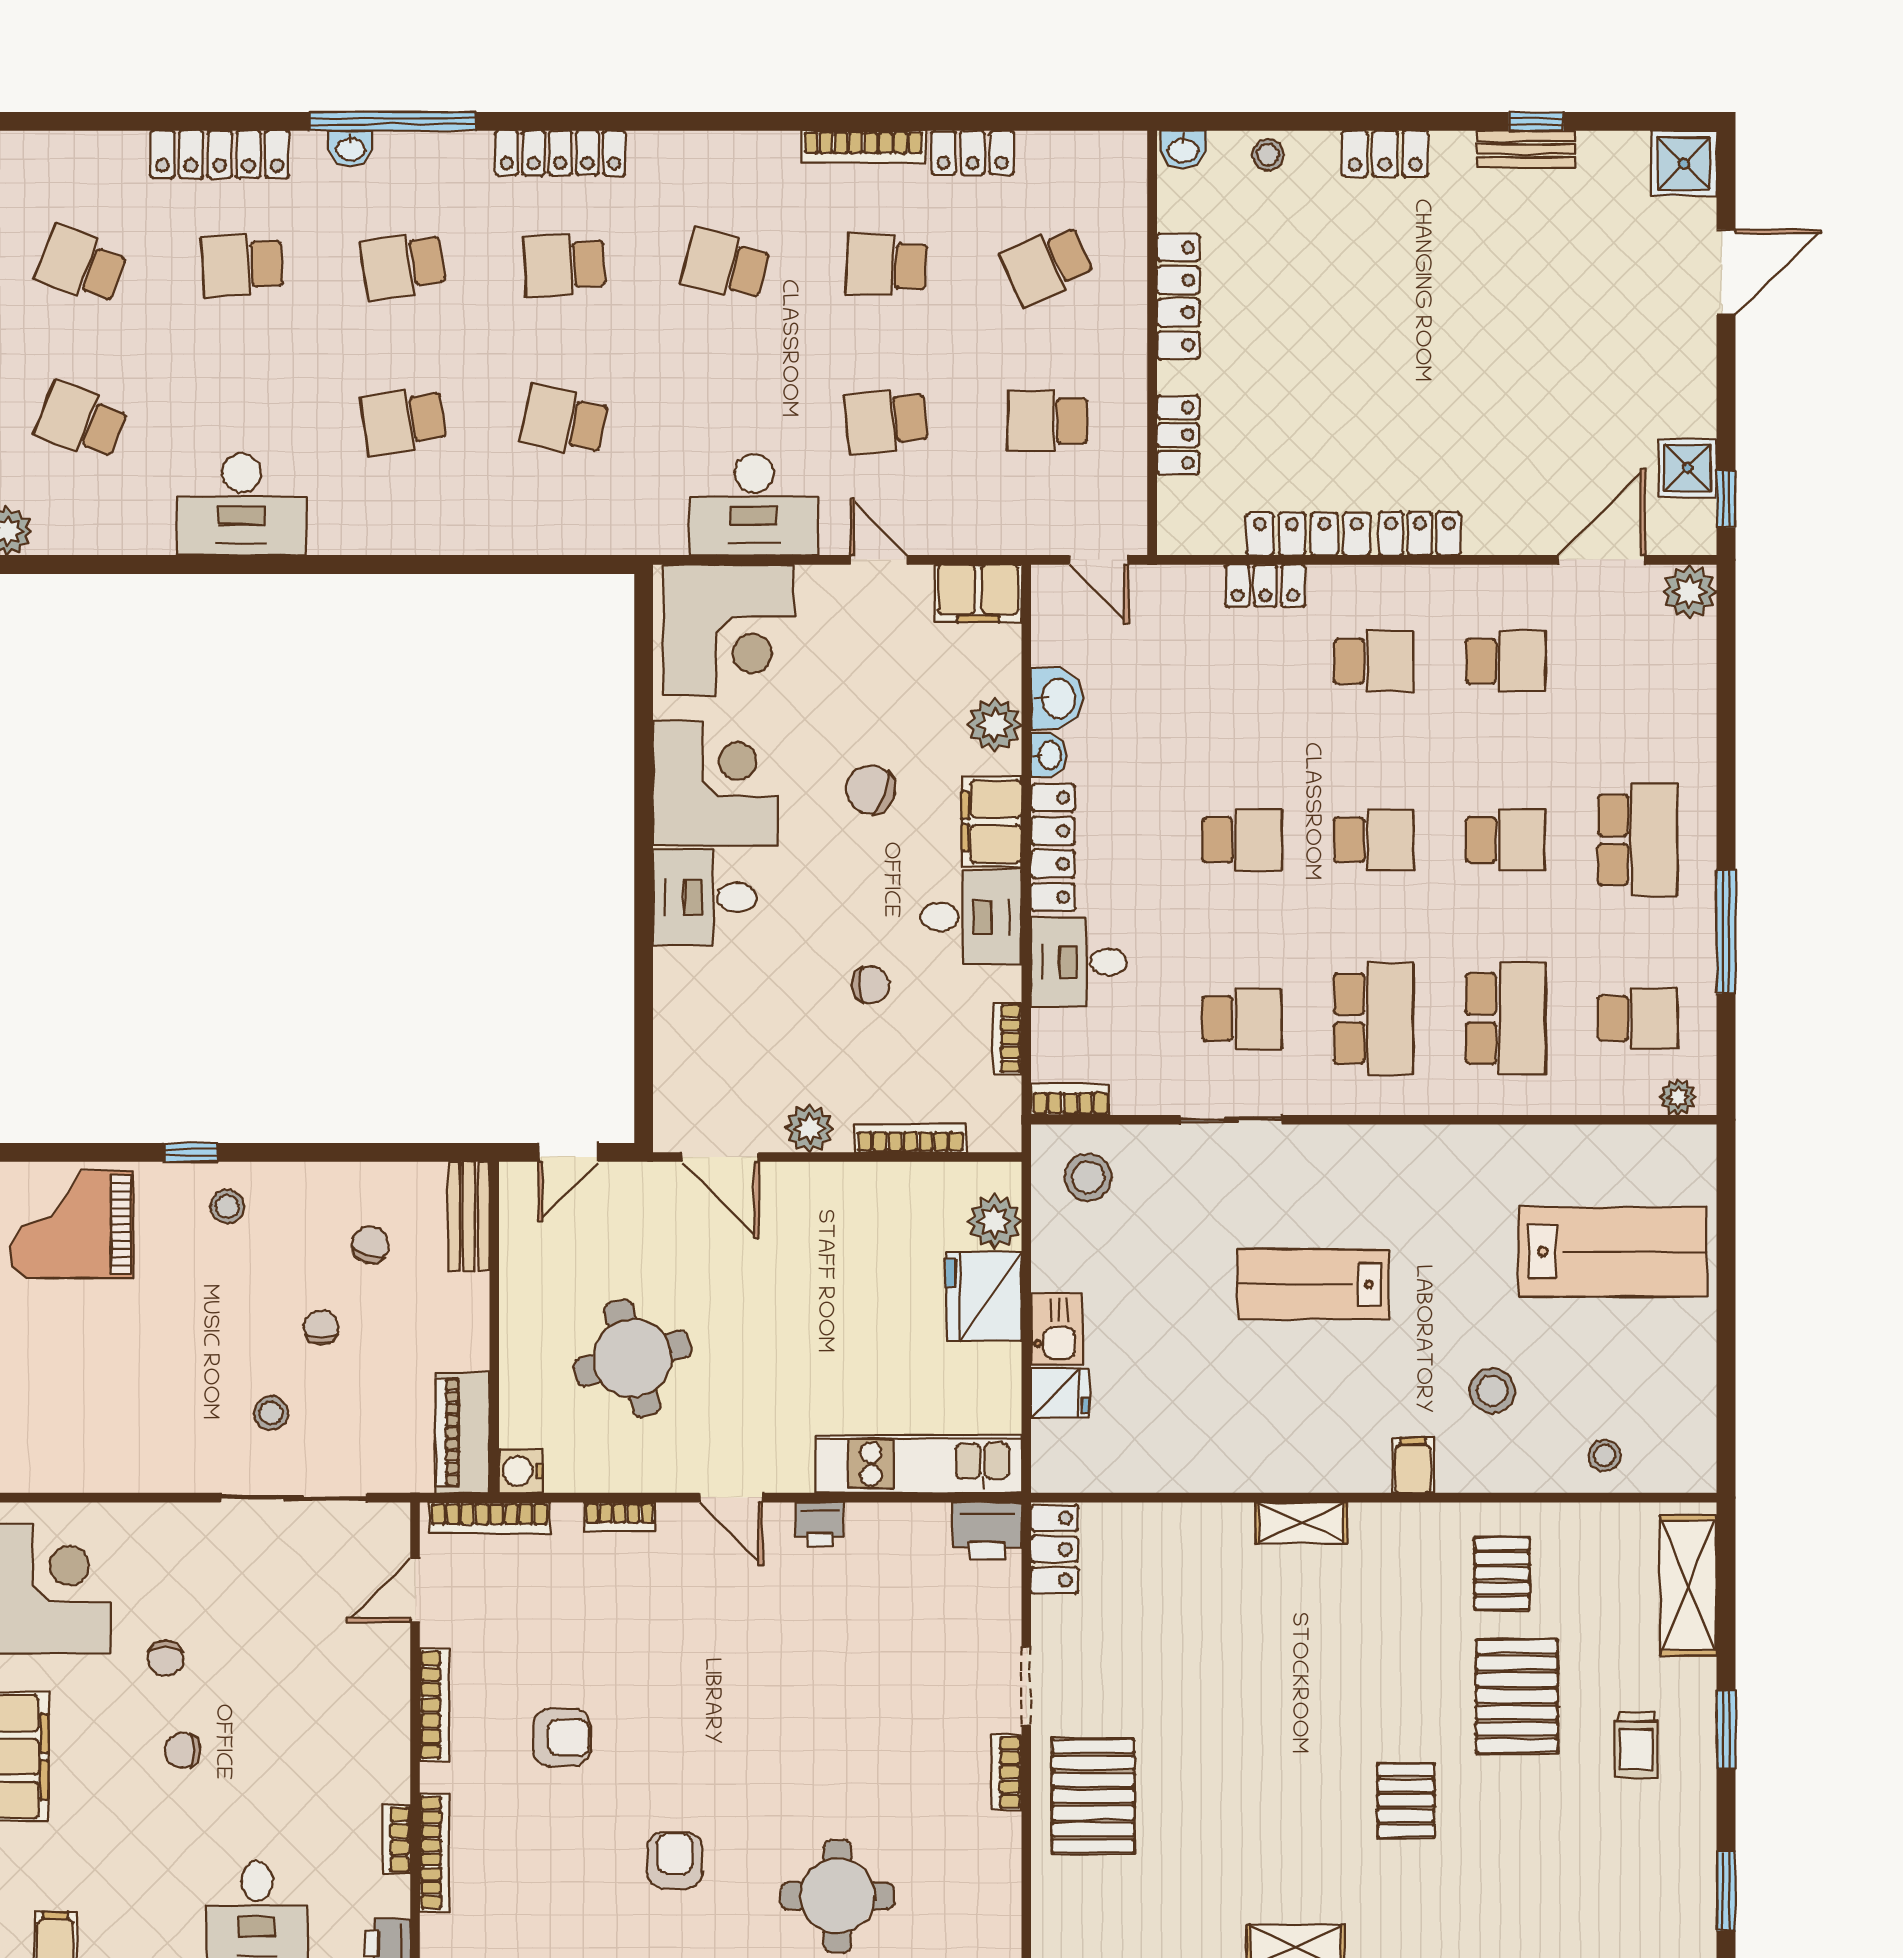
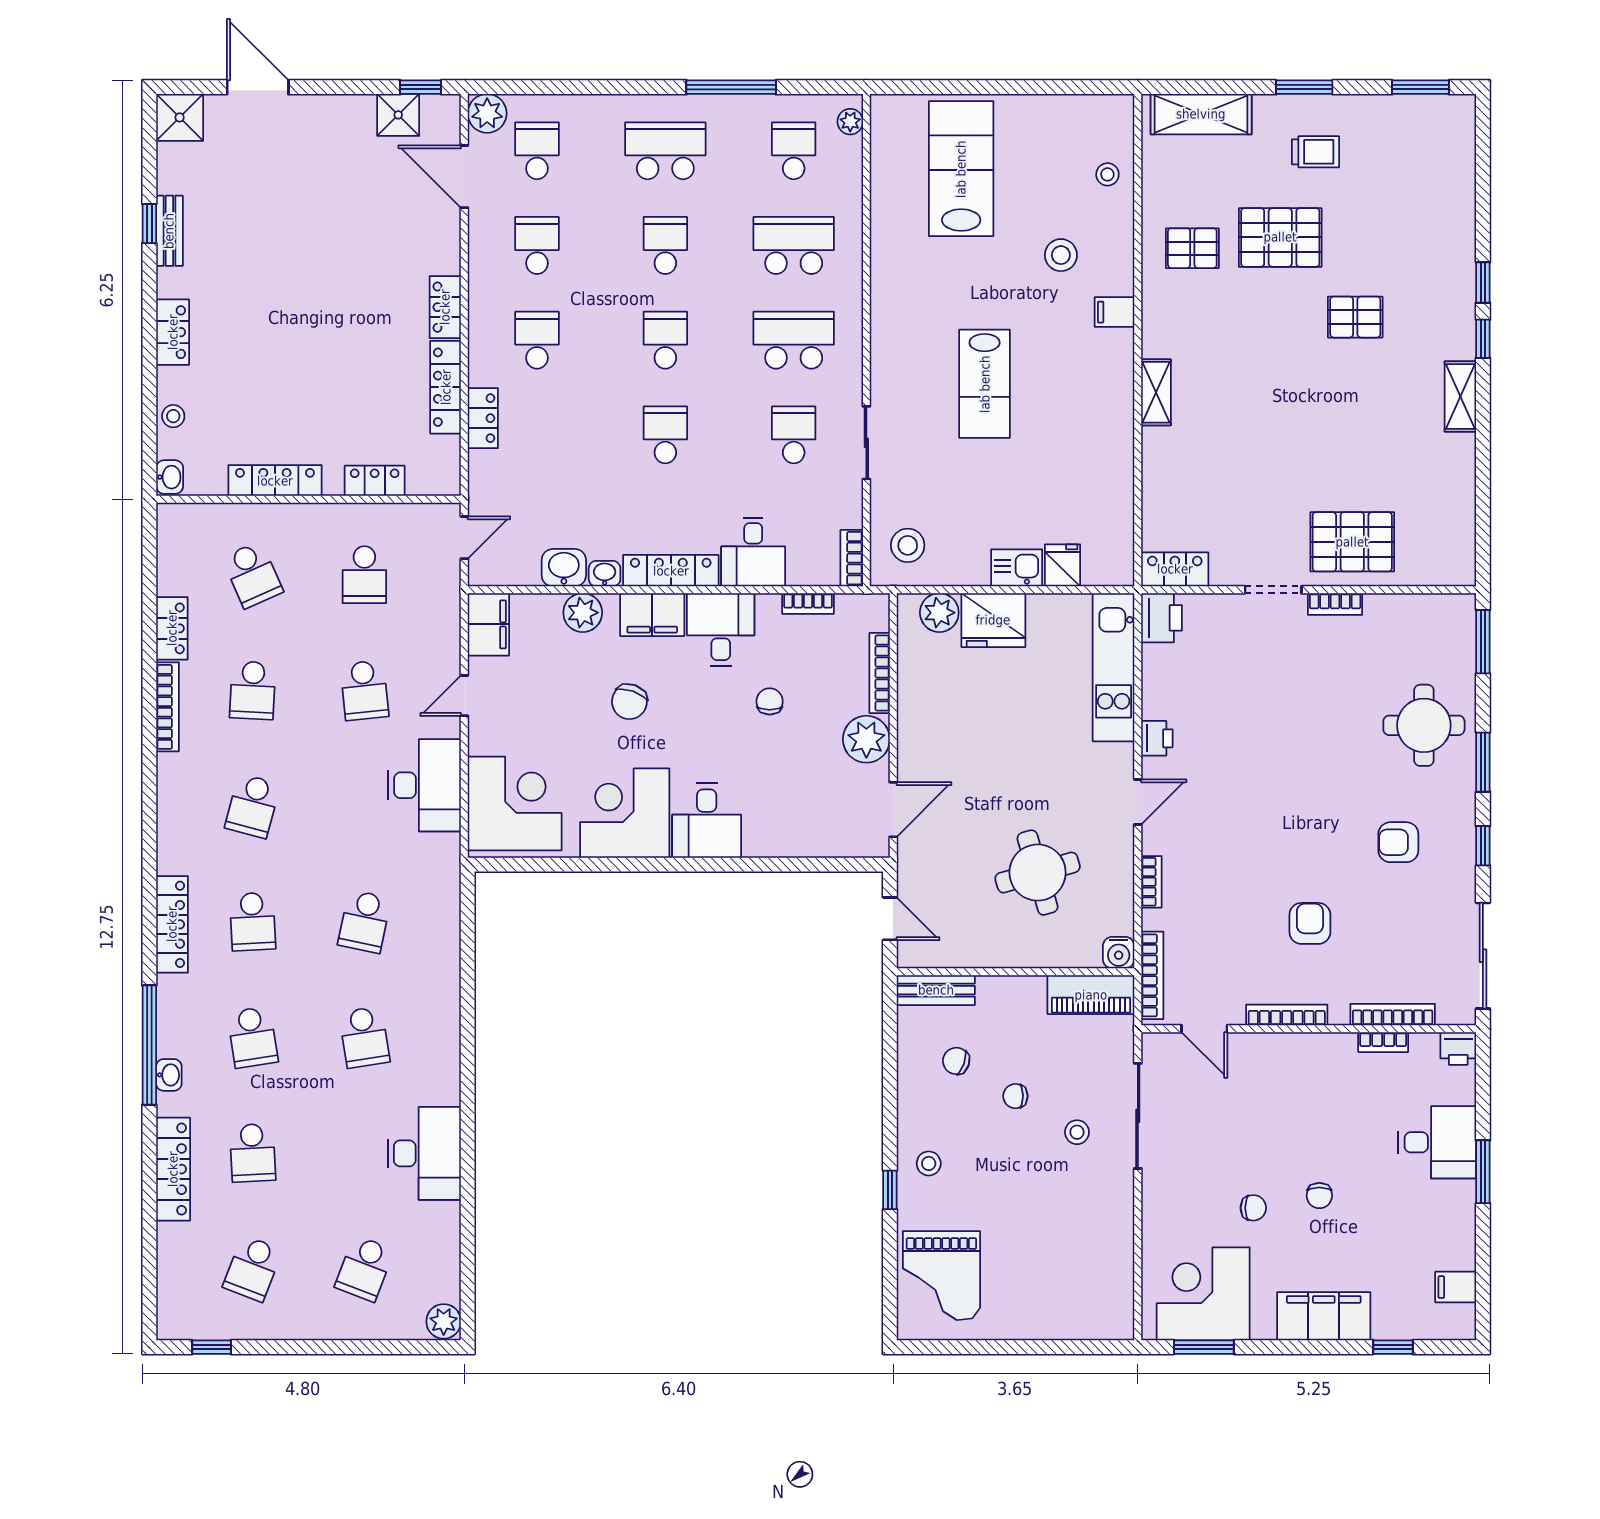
school desk: (1637, 661) -> (537, 151), added
plant: (809, 1128) -> (866, 739), width x1.36, depth x1.36

